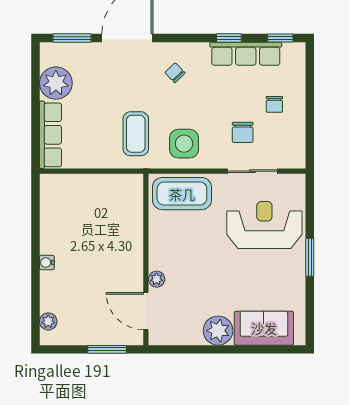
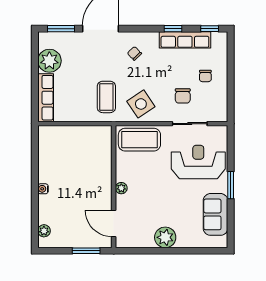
side table: (184, 144) -> (141, 104), turned -34
plant: (157, 279) -> (121, 188), moved
sofa: (264, 328) -> (216, 214), moved, turned -90

